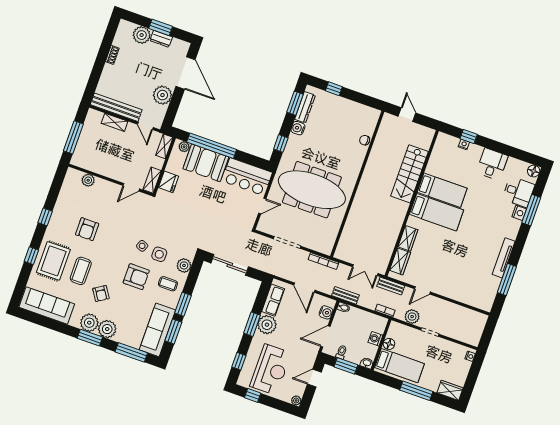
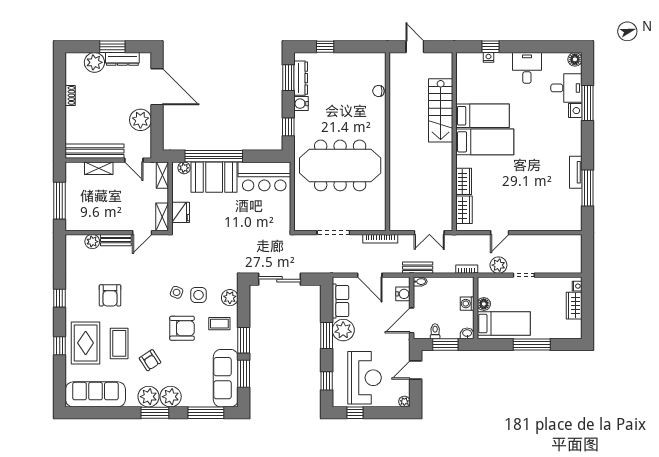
dresser: (161, 39) -> (122, 59), width x1.44
door: (262, 206) -> (292, 202), removed
tv unit: (504, 258) -> (576, 172), width x0.71
bench: (391, 286) -> (116, 240), moved
wardrobe: (450, 390) -> (574, 306), moved, turned -90

